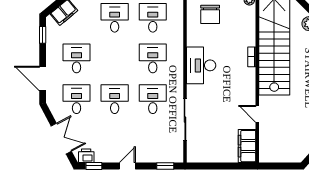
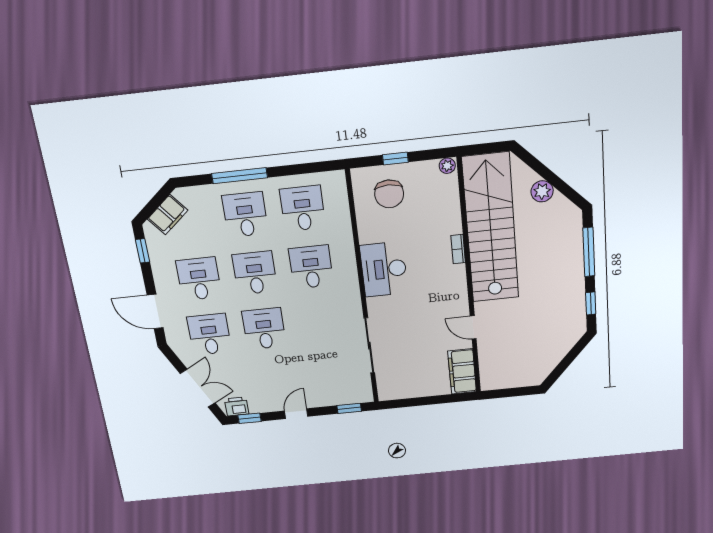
desk: (153, 99) -> (255, 273), moved

